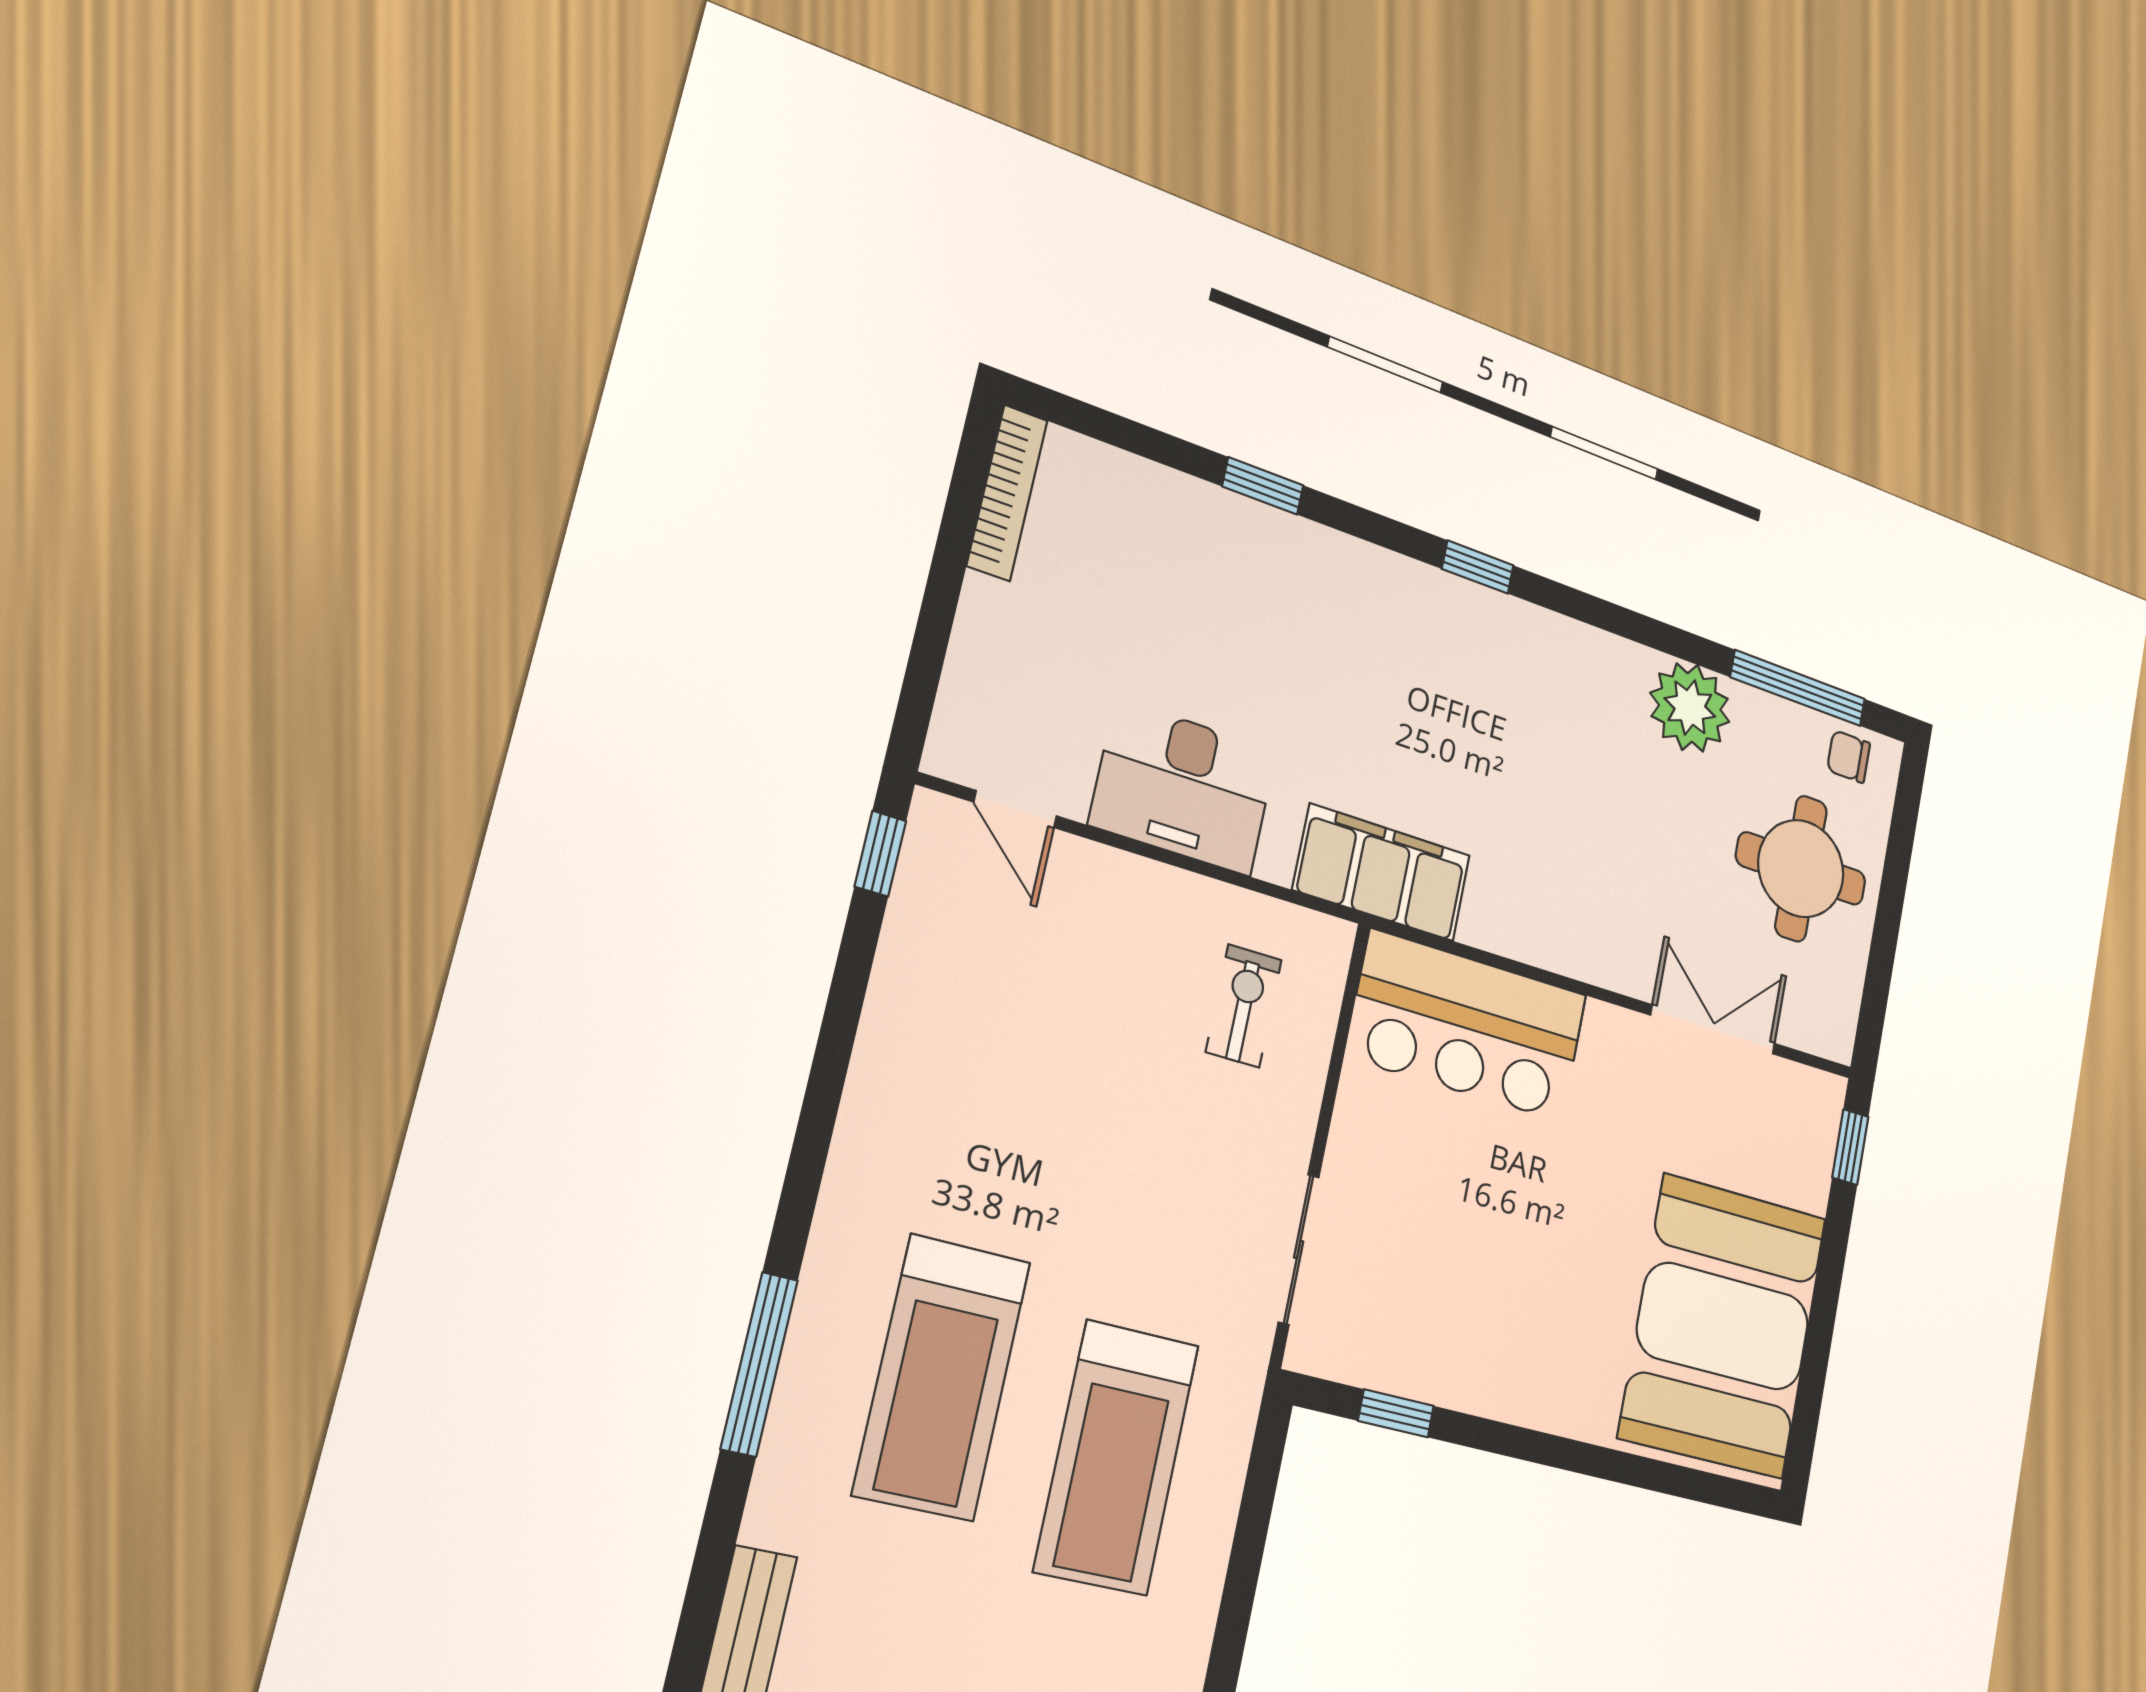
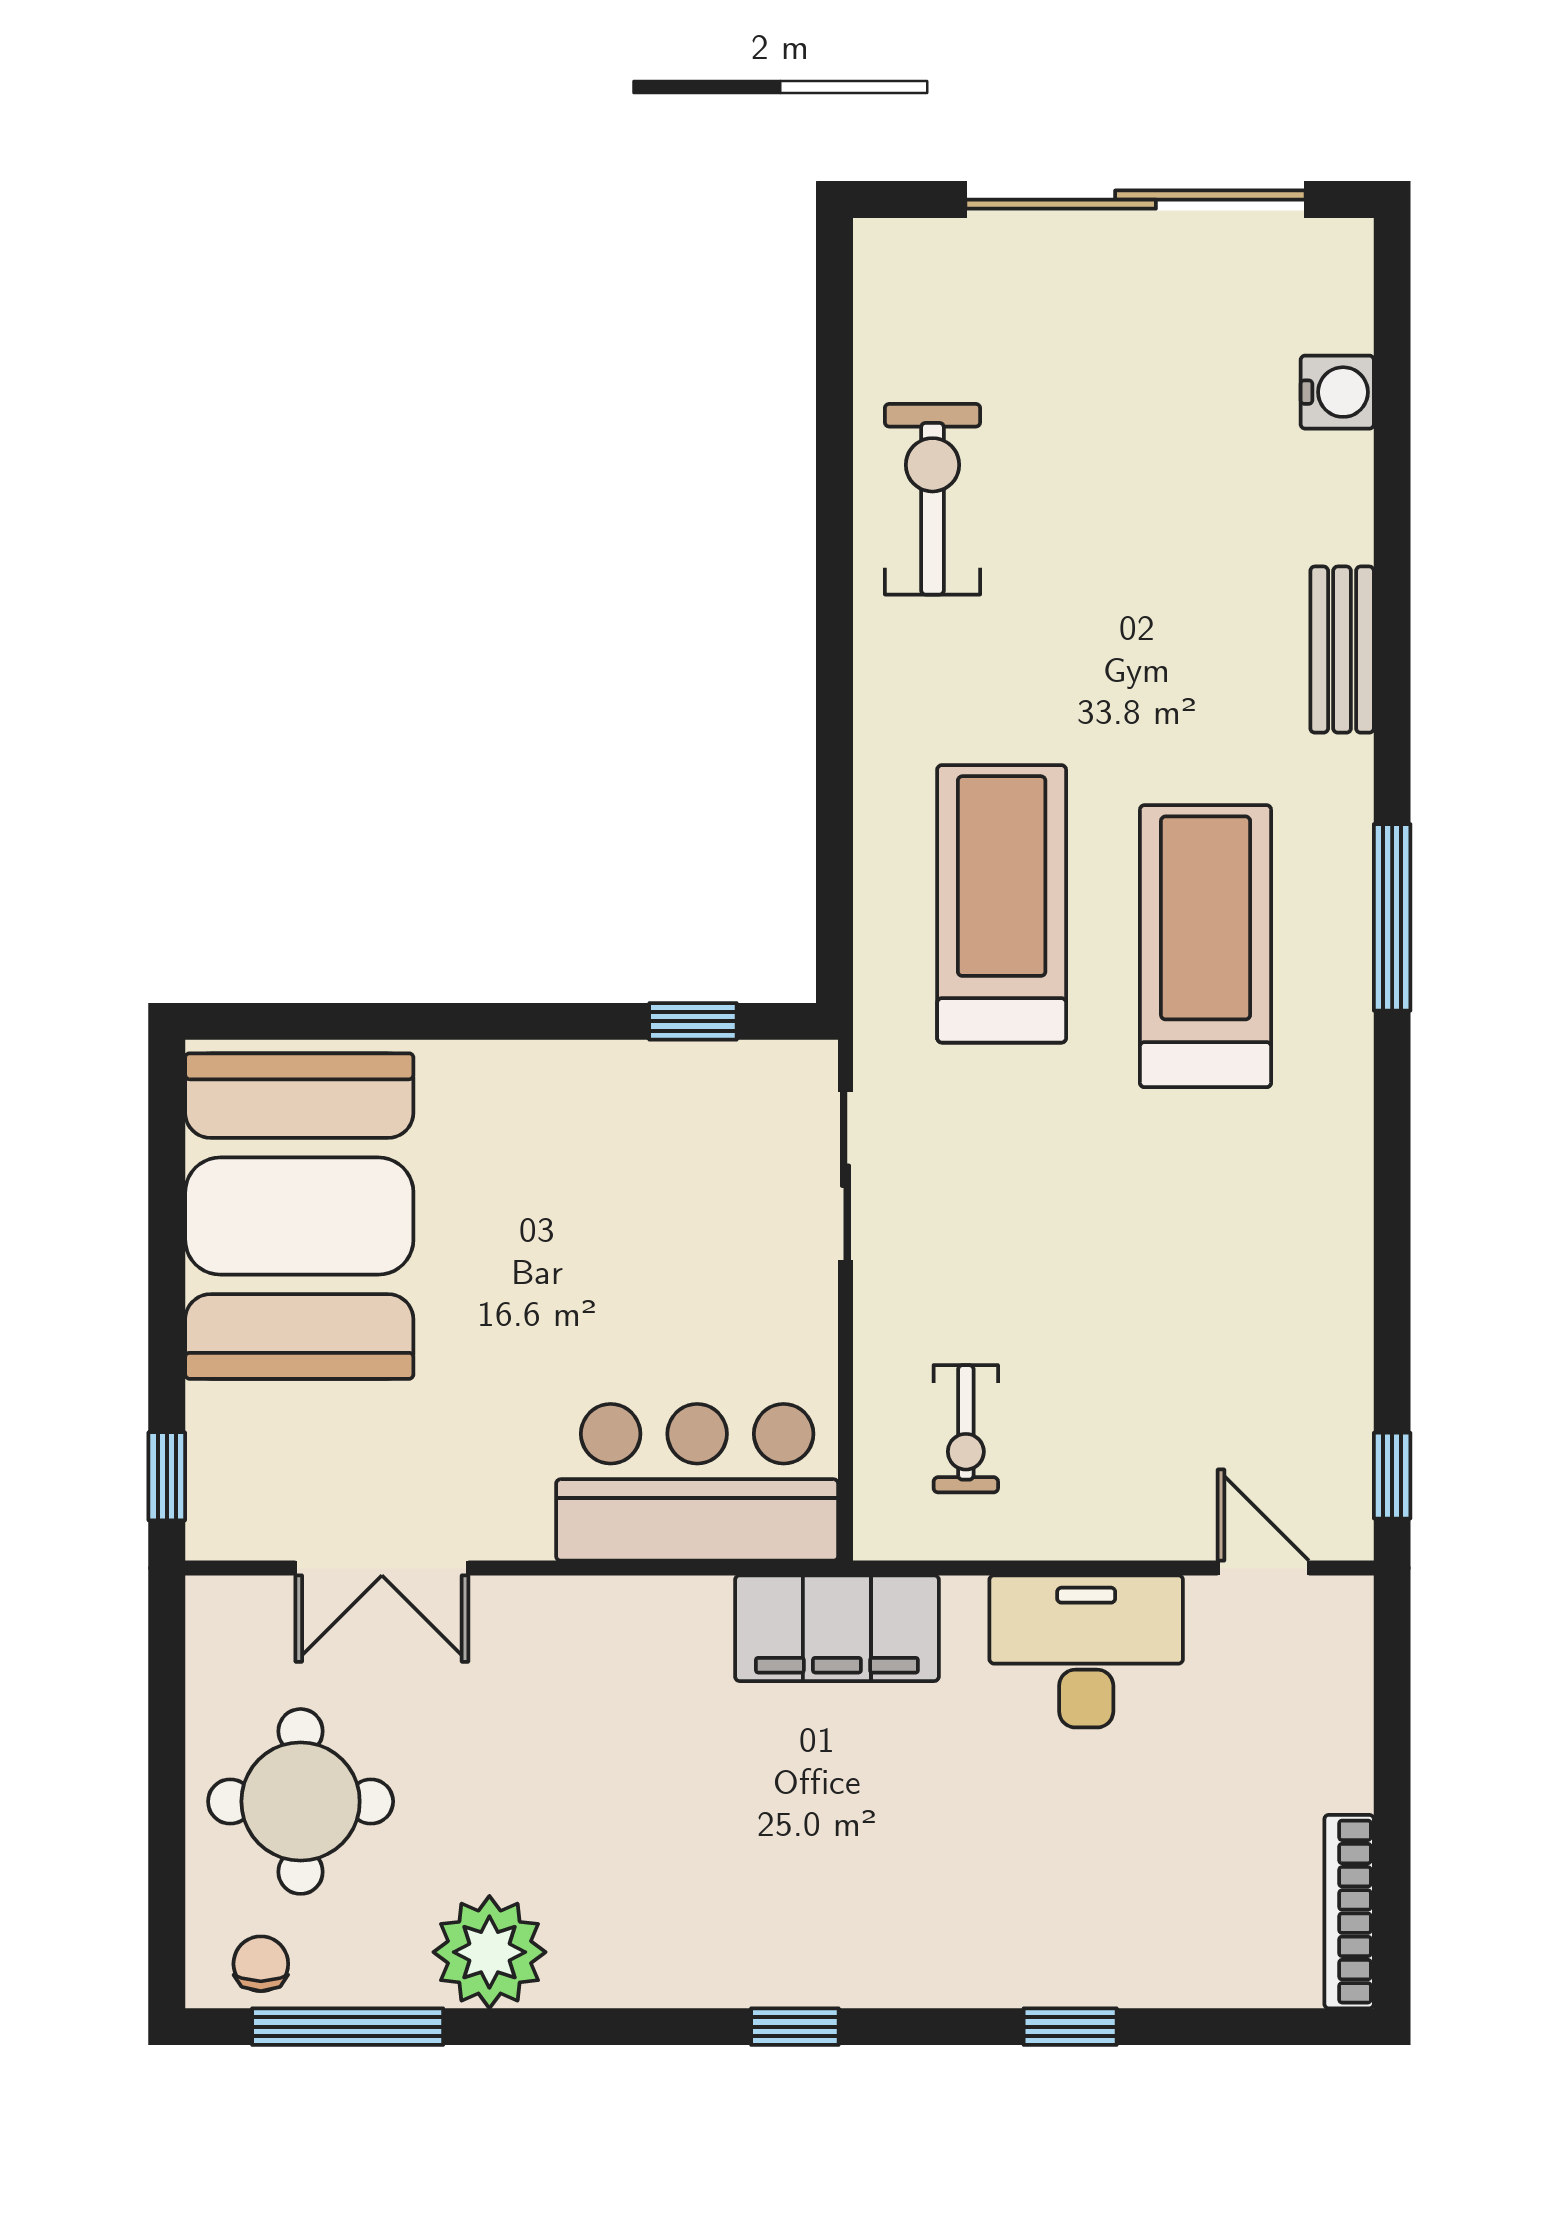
chair: (1849, 757) -> (261, 1964), turned -90

